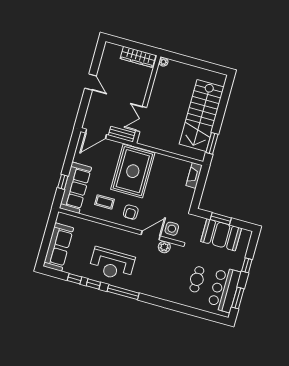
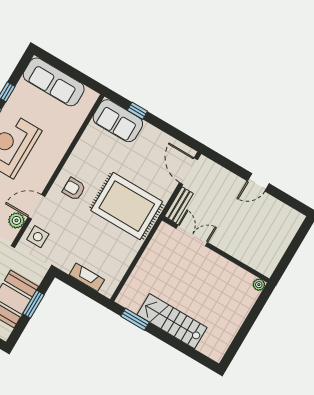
wardrobe: (138, 57) -> (274, 253), removed
stairs: (202, 115) -> (172, 321), width x0.73, depth x0.66
fireplace: (194, 175) -> (87, 277), moved
sofa: (75, 188) -> (118, 121), width x0.73
coffee table: (104, 202) -> (96, 158), removed
door: (151, 235) -> (36, 207), swing flipped

